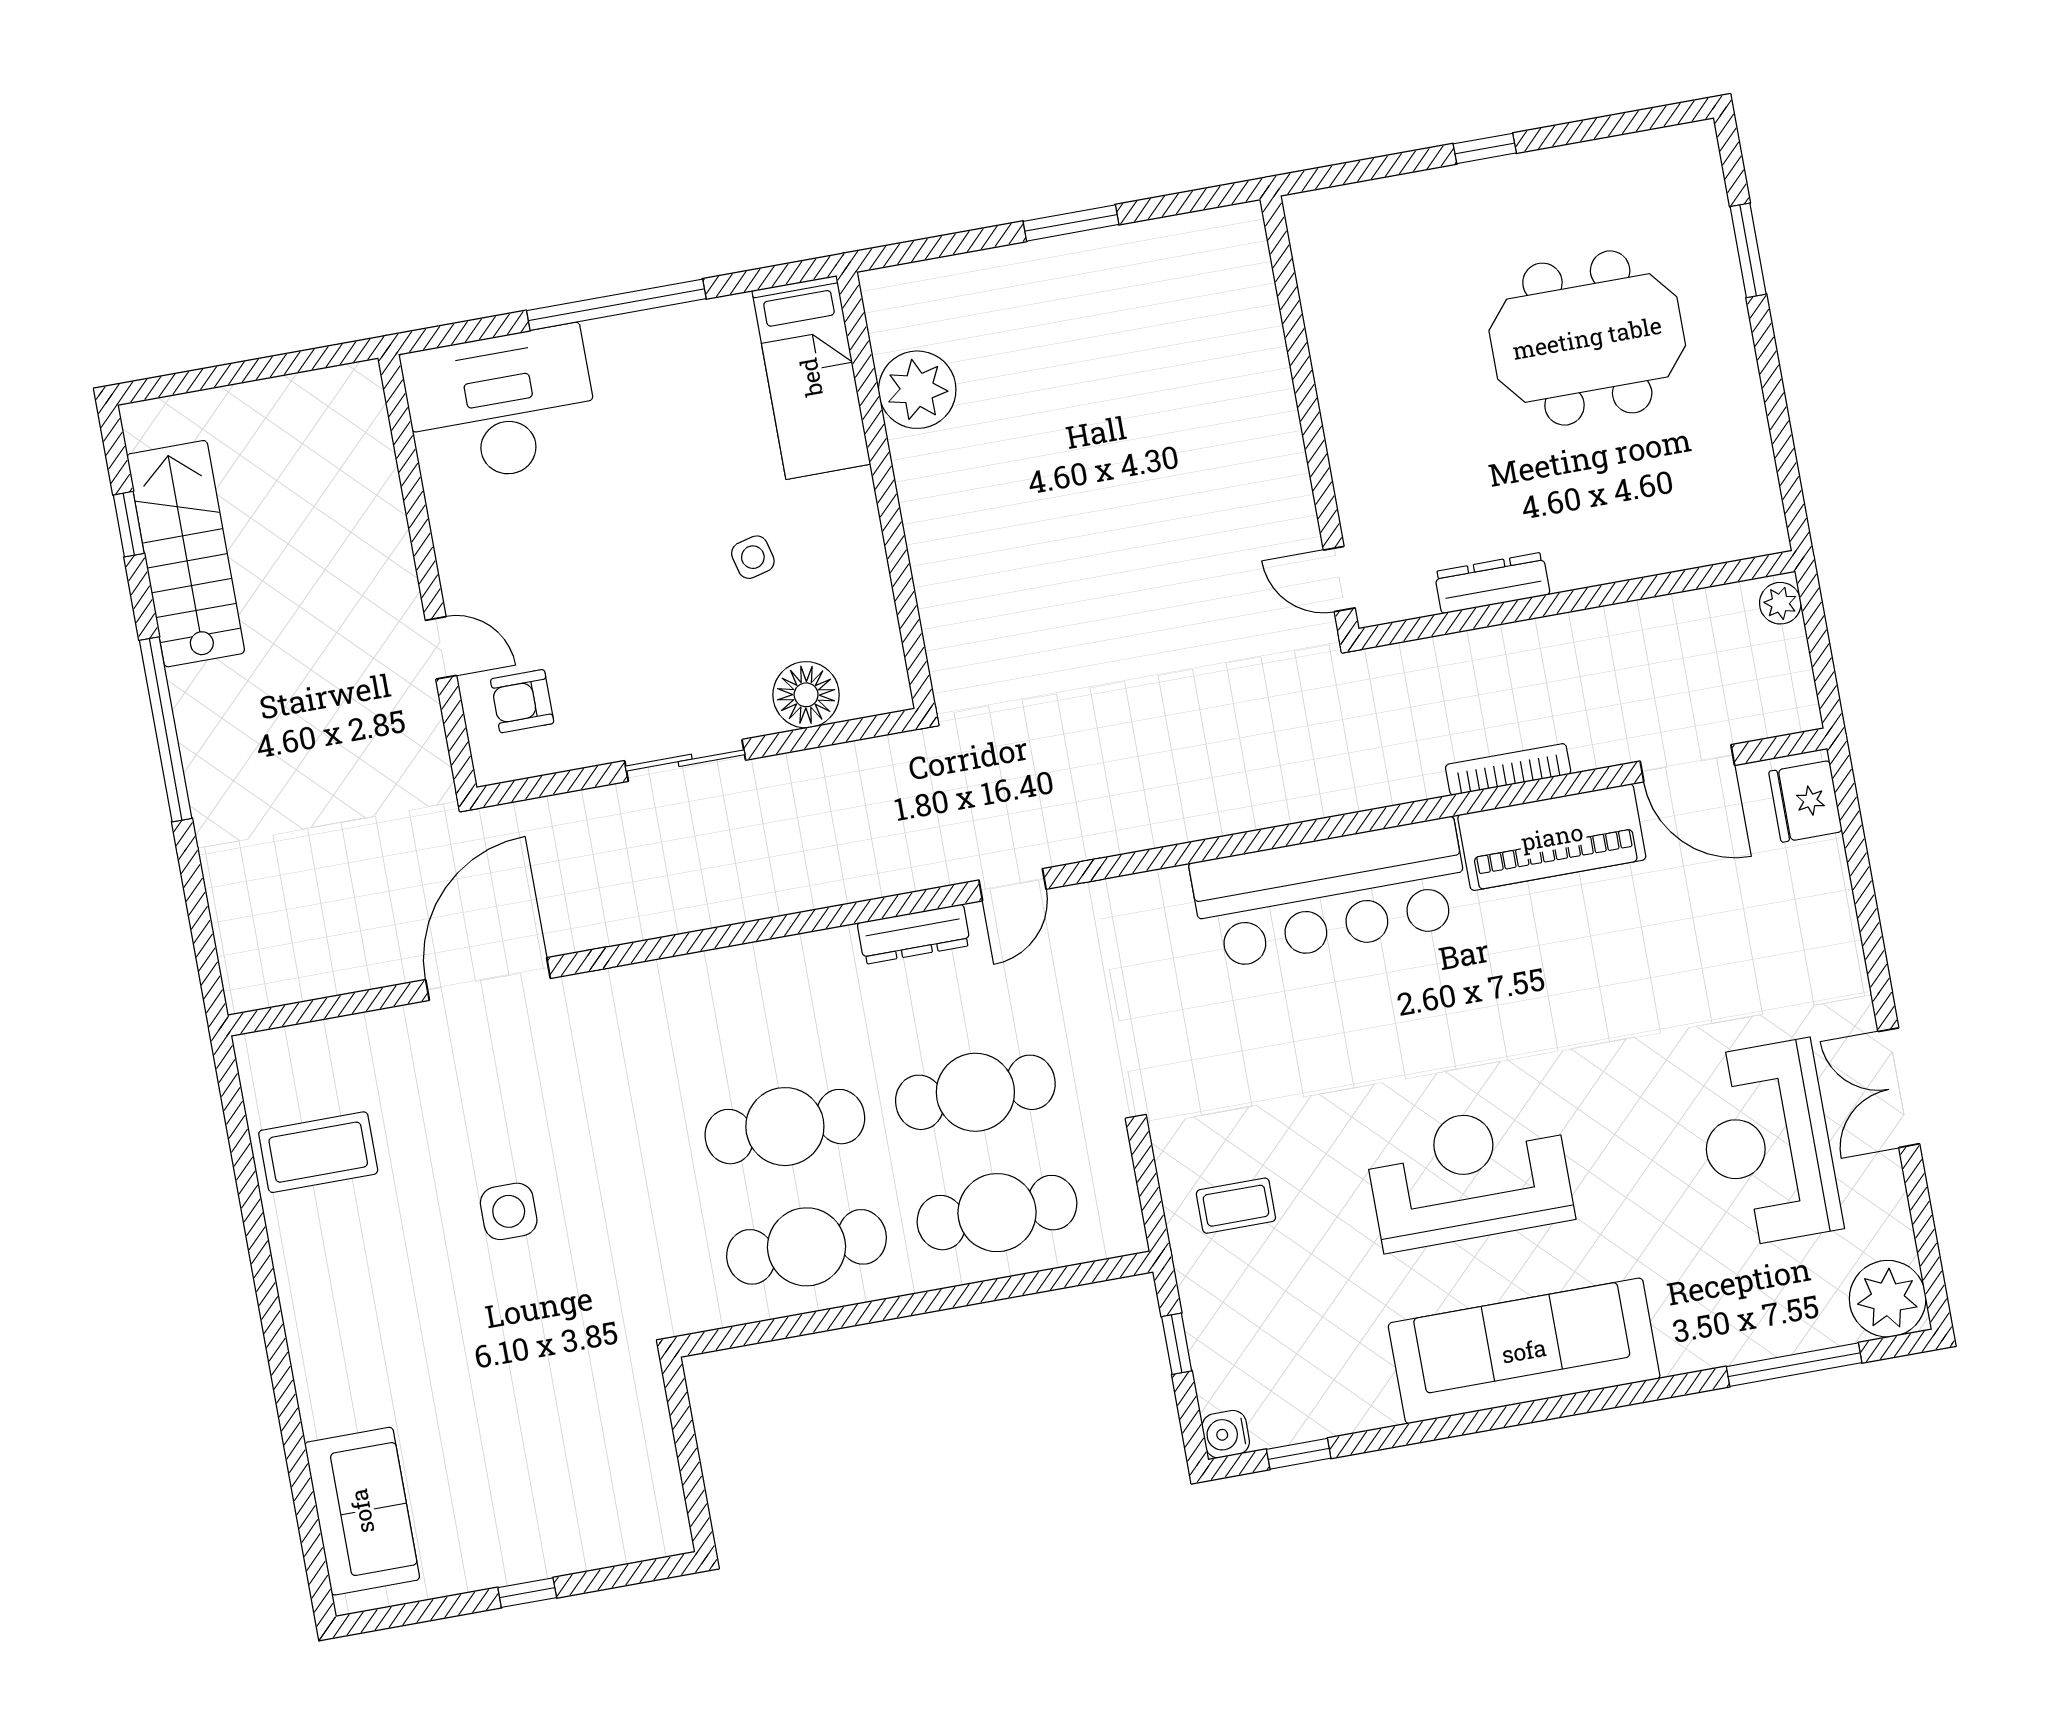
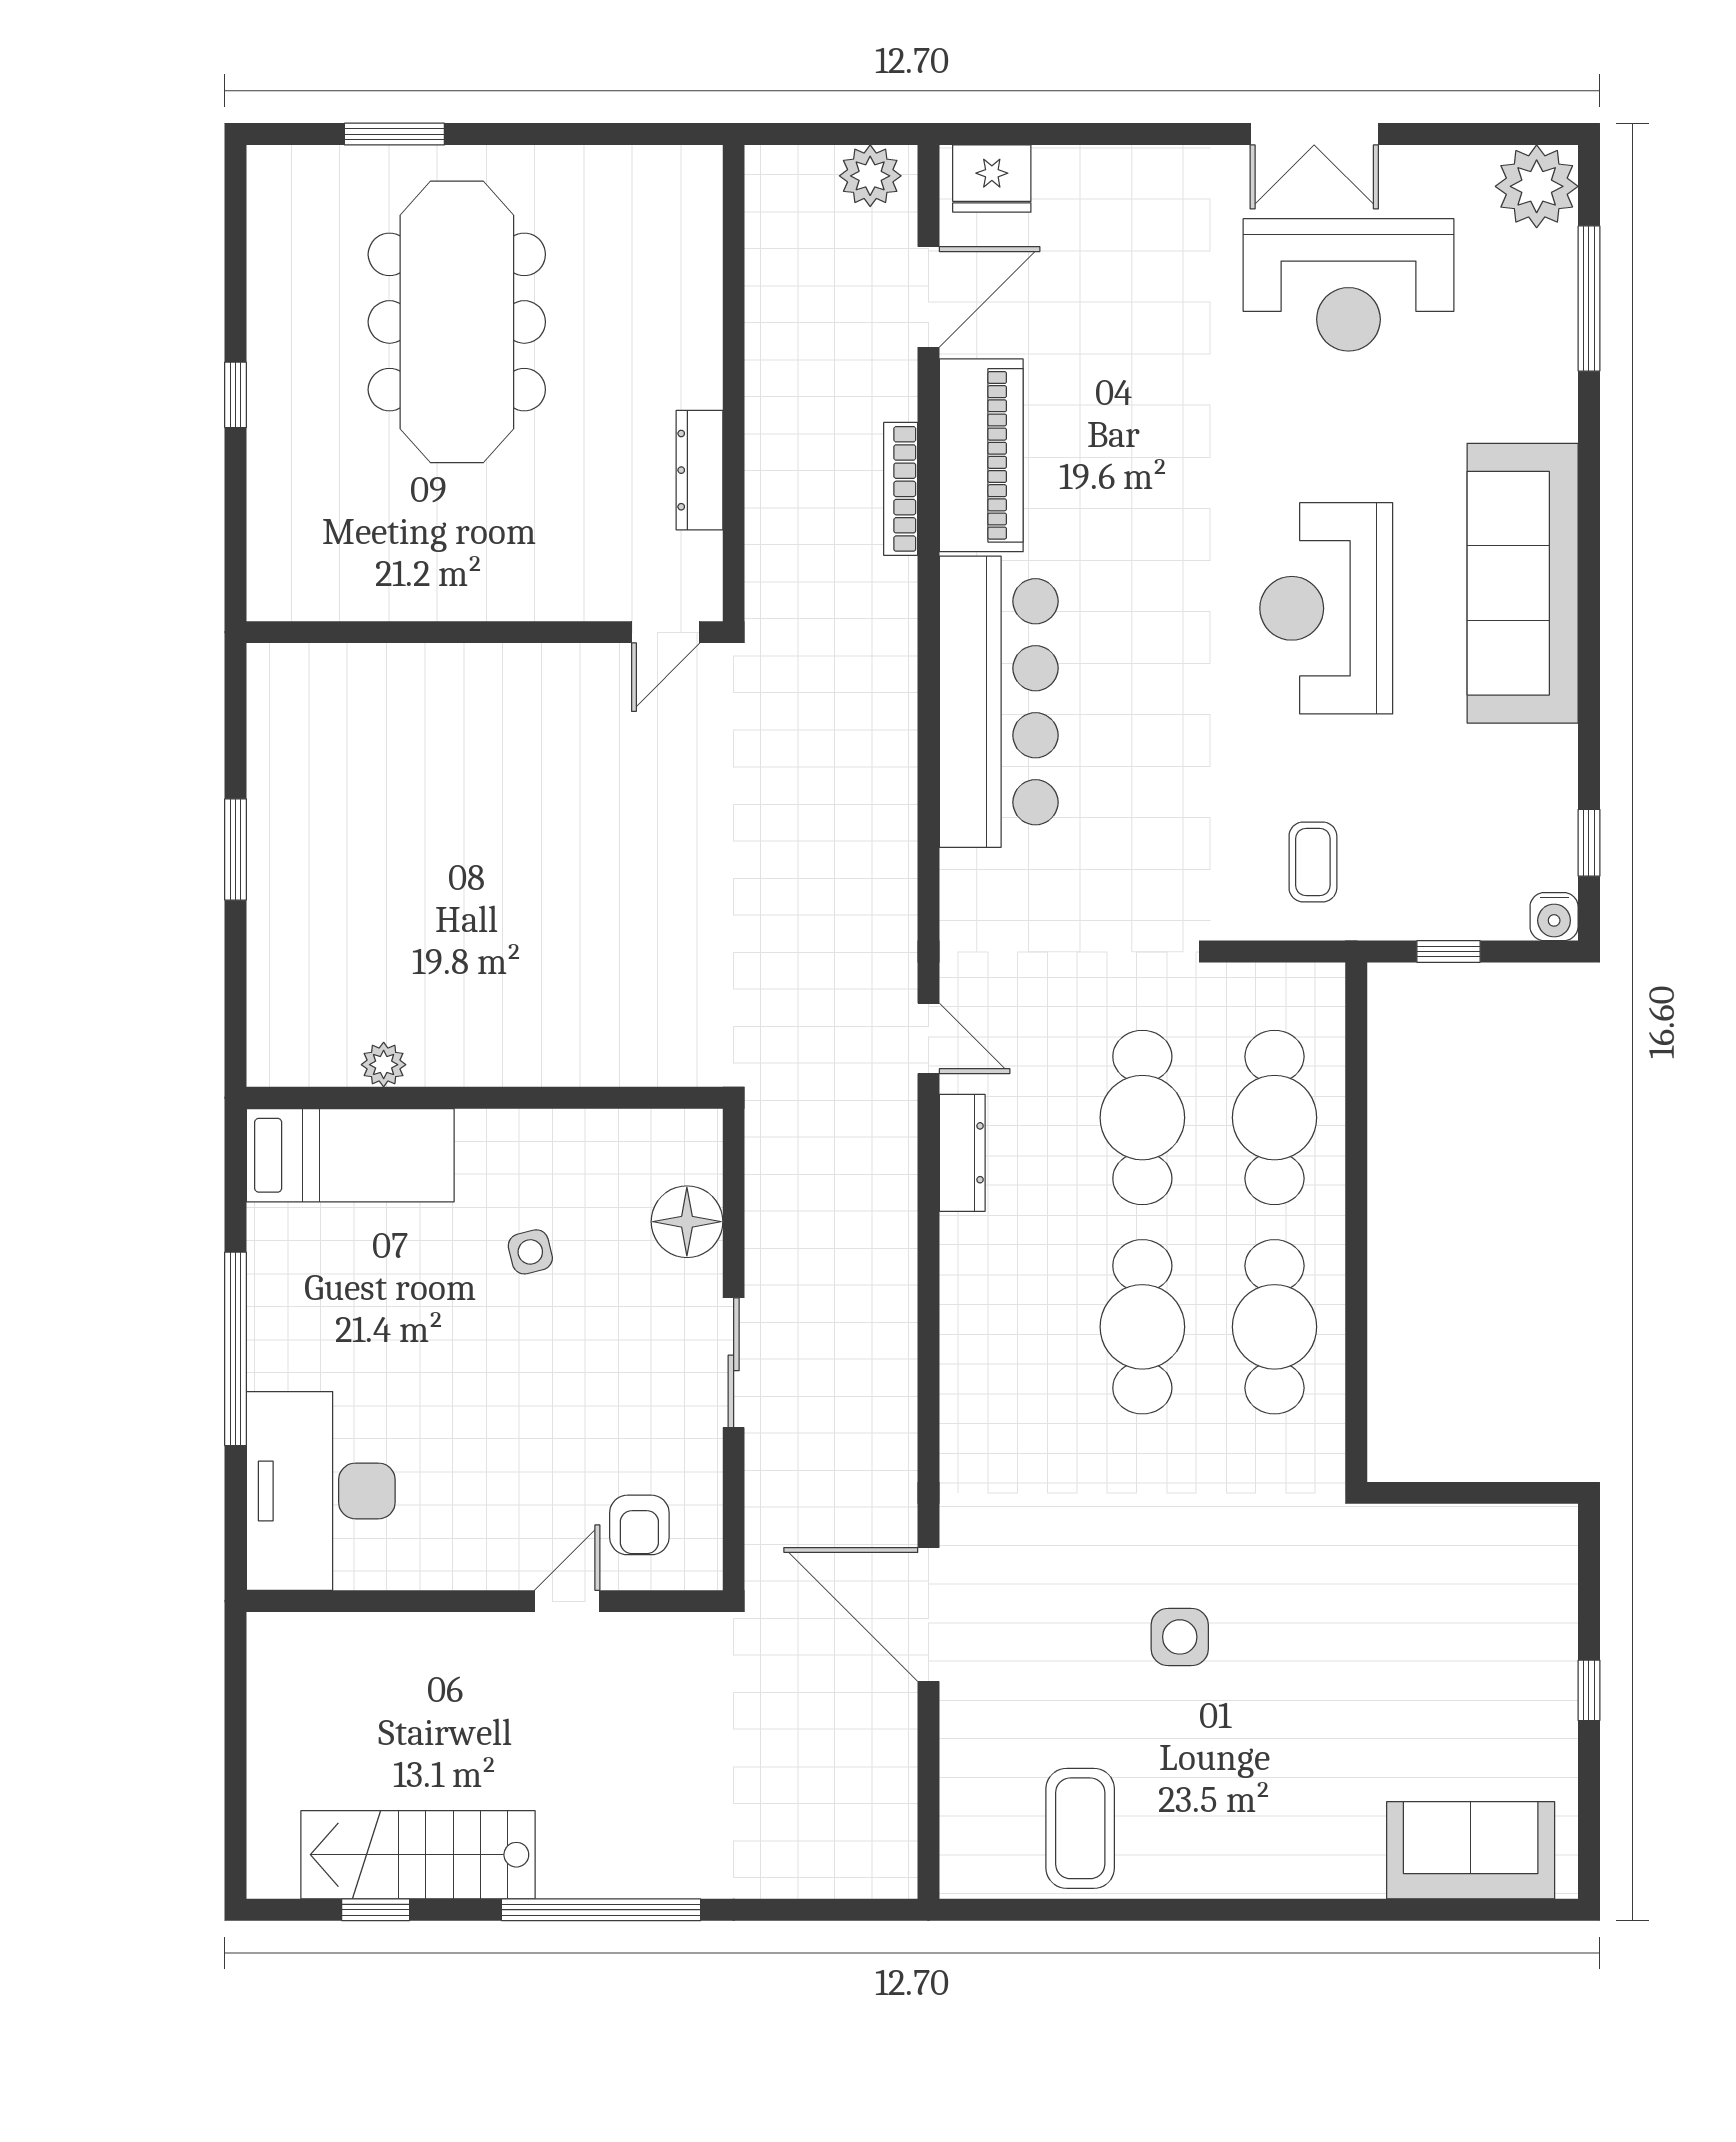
meeting table: (1587, 338) -> (457, 322), width x1.36
plant: (917, 390) -> (384, 1065), width x0.53, depth x0.53
plant: (1780, 603) -> (870, 176), moved, width x1.38, depth x1.38

